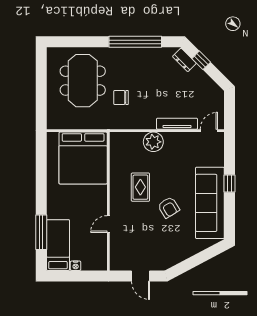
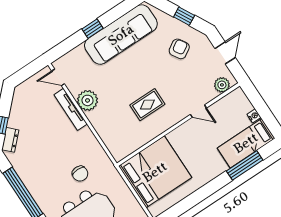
plant: (153, 142) -> (87, 100), moved
armchair: (169, 207) -> (179, 49), moved
plant: (117, 257) -> (222, 85), added
window: (191, 263) -> (184, 16), added

